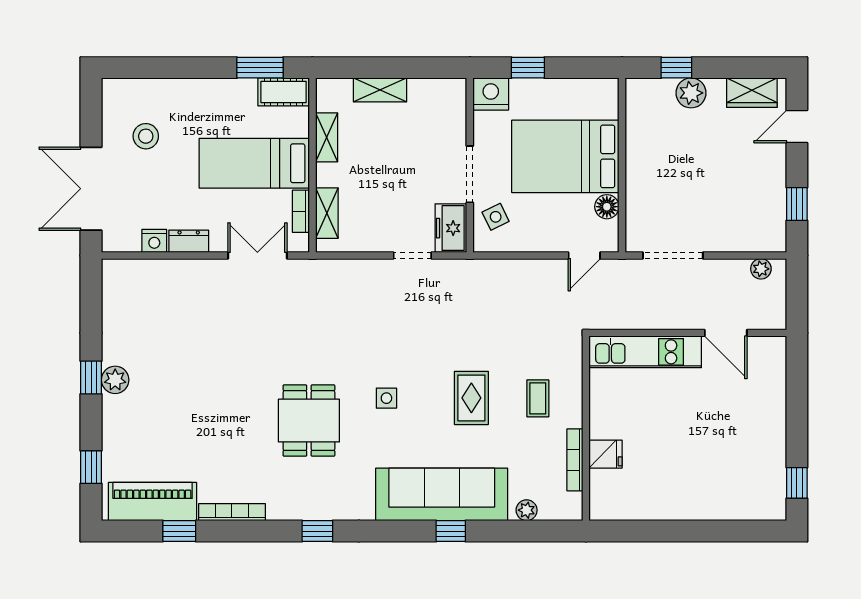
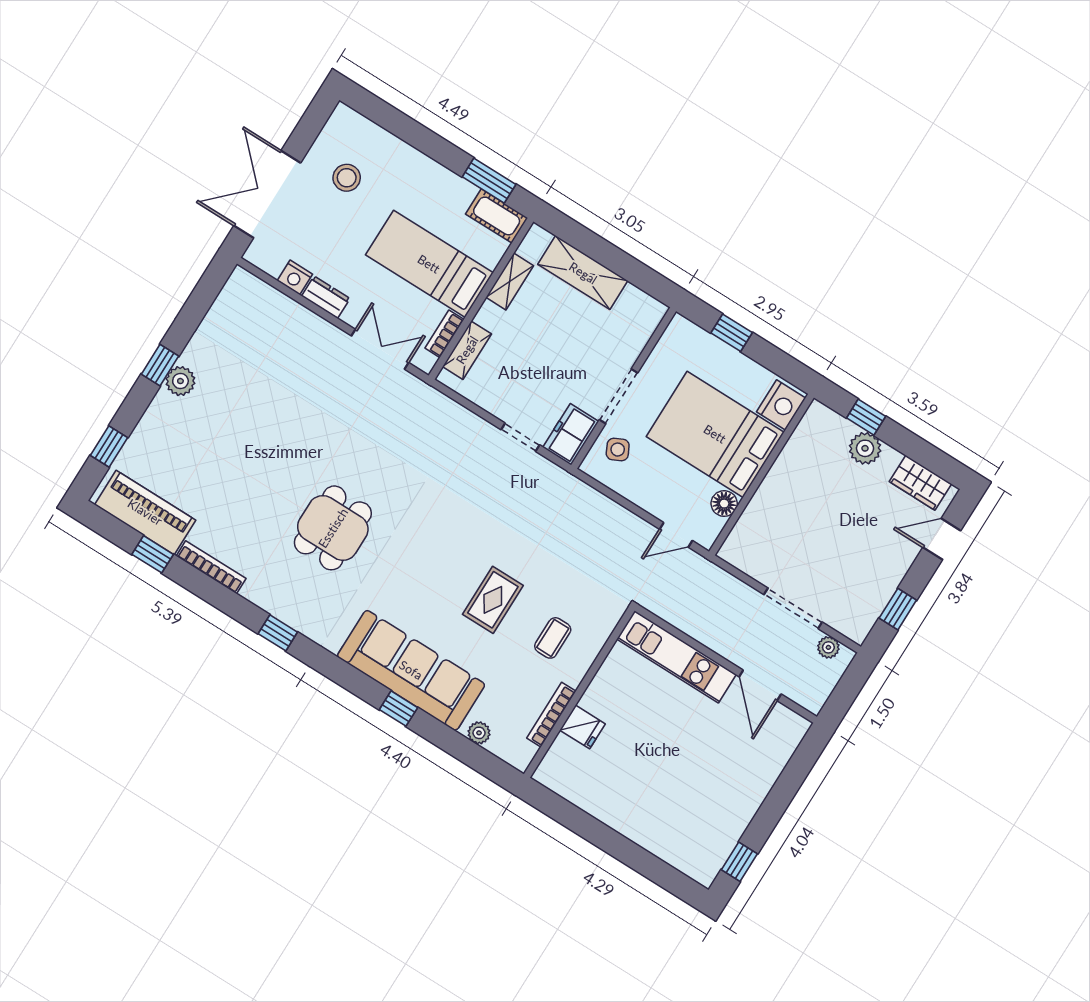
shelving: (380, 90) -> (583, 273), width x1.50, depth x1.33
nightstand: (491, 94) -> (781, 405), moved, turned 90
doorway: (673, 255) -> (793, 608), moved
side table: (386, 398) -> (416, 552), removed

